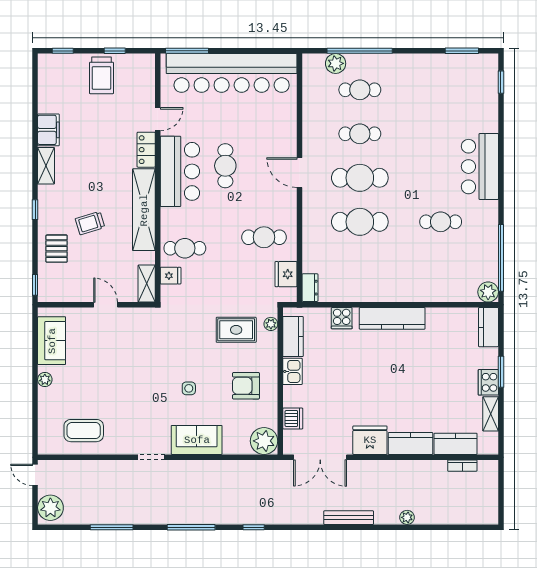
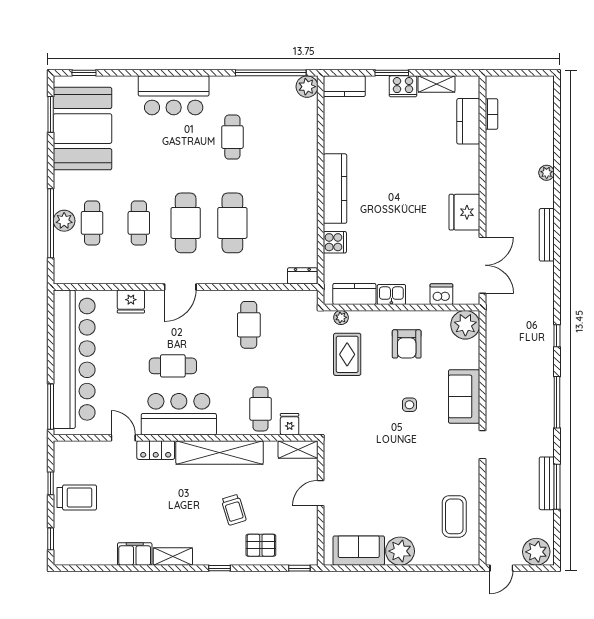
plant: (336, 63) -> (64, 221), moved
booth: (449, 81) -> (82, 129), added
fridge: (286, 274) -> (131, 301), moved
plant: (45, 380) -> (400, 551), width x1.88, depth x1.88
kitchen counter: (410, 443) -> (468, 169), removed
bench: (115, 518) -> (547, 483), added

